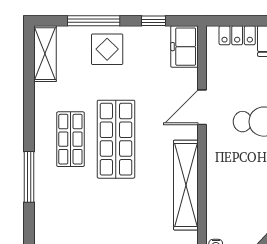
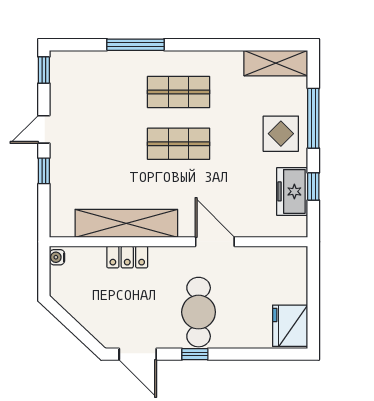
locker: (237, 35) -> (127, 257), moved, turned -90
freezer: (185, 47) -> (292, 191), moved, turned -90
shop shelf: (116, 139) -> (179, 144), width x0.70, depth x0.74

